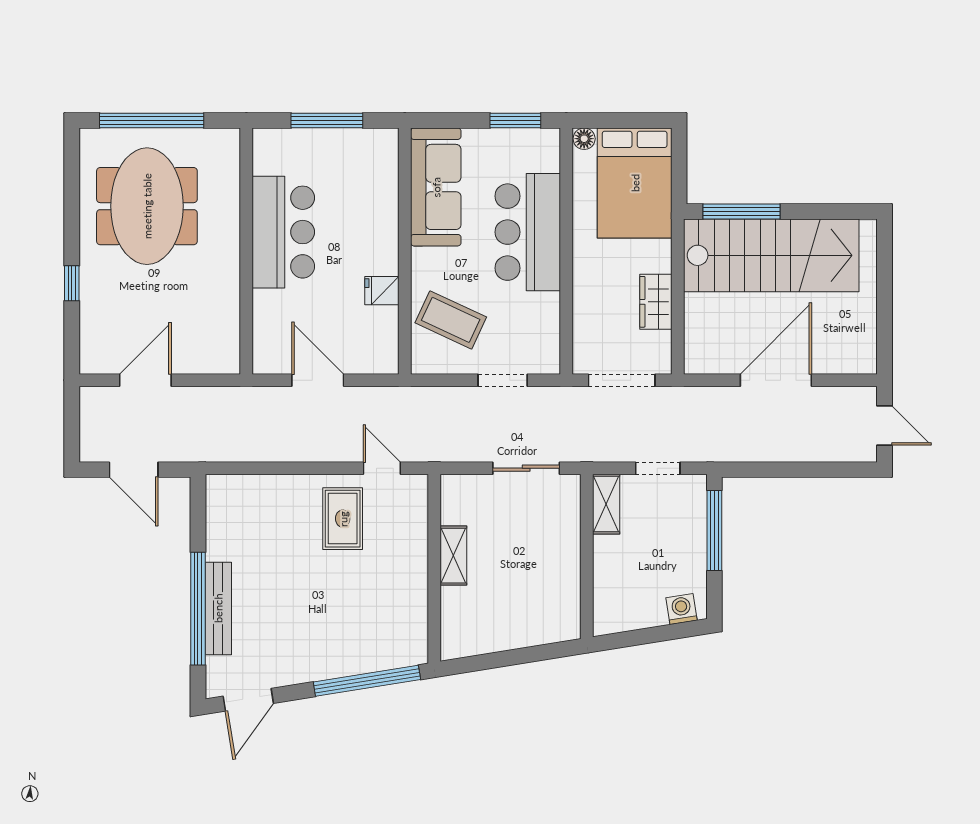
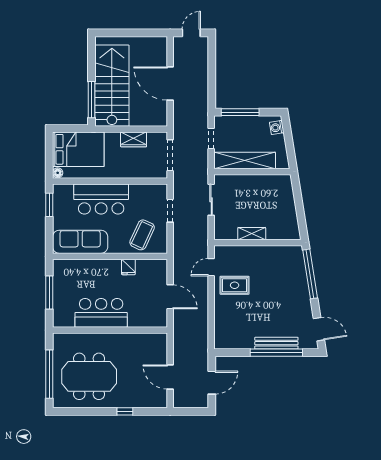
door: (318, 380) -> (170, 297), swing flipped
shelving: (606, 504) -> (245, 160), width x2.20, depth x1.33

